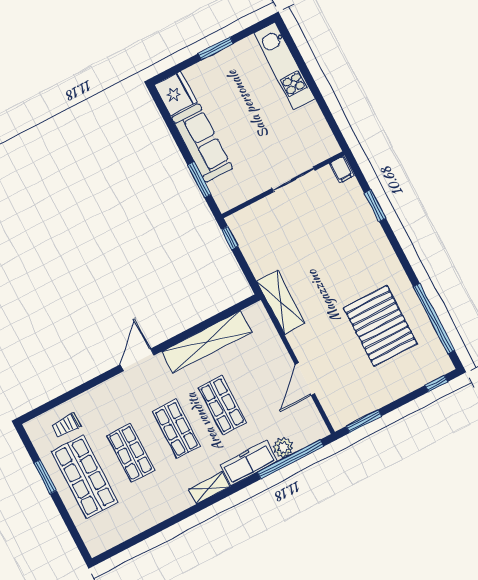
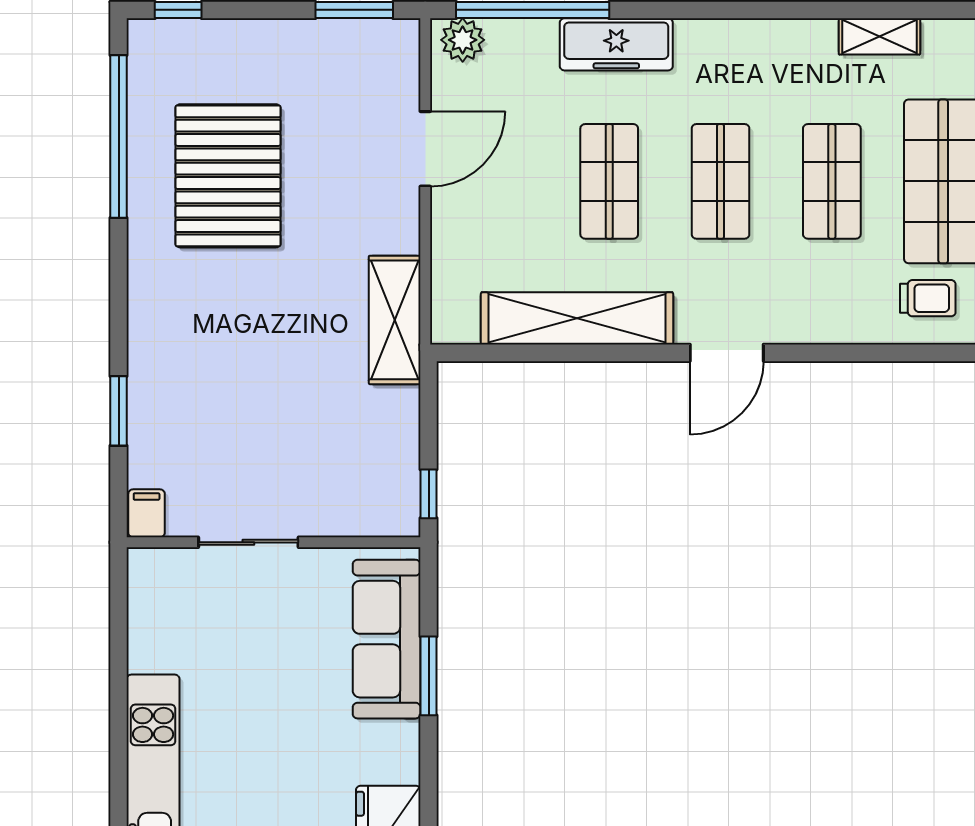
sofa: (202, 143) -> (387, 639), moved
window: (199, 180) -> (429, 676), moved
plant: (283, 447) -> (463, 40), moved
shelving: (209, 488) -> (879, 36), moved

